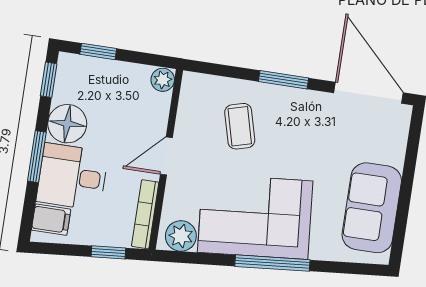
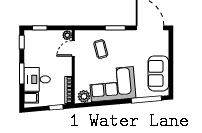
floor lamp: (67, 124) -> (32, 59), removed
door: (166, 156) -> (73, 48), moved
window: (272, 263) -> (146, 99), moved

